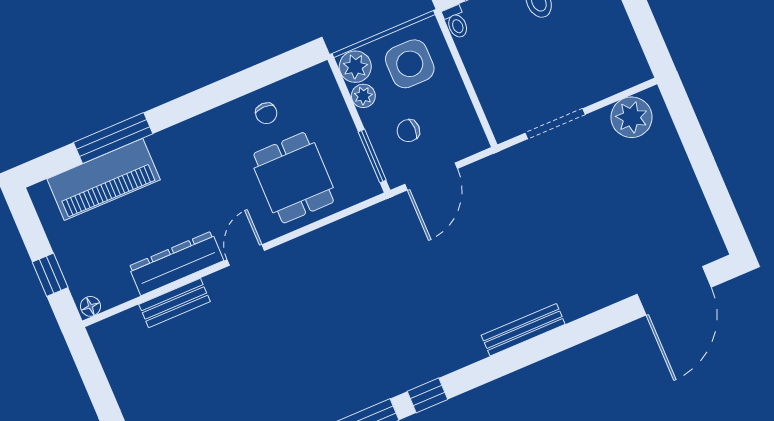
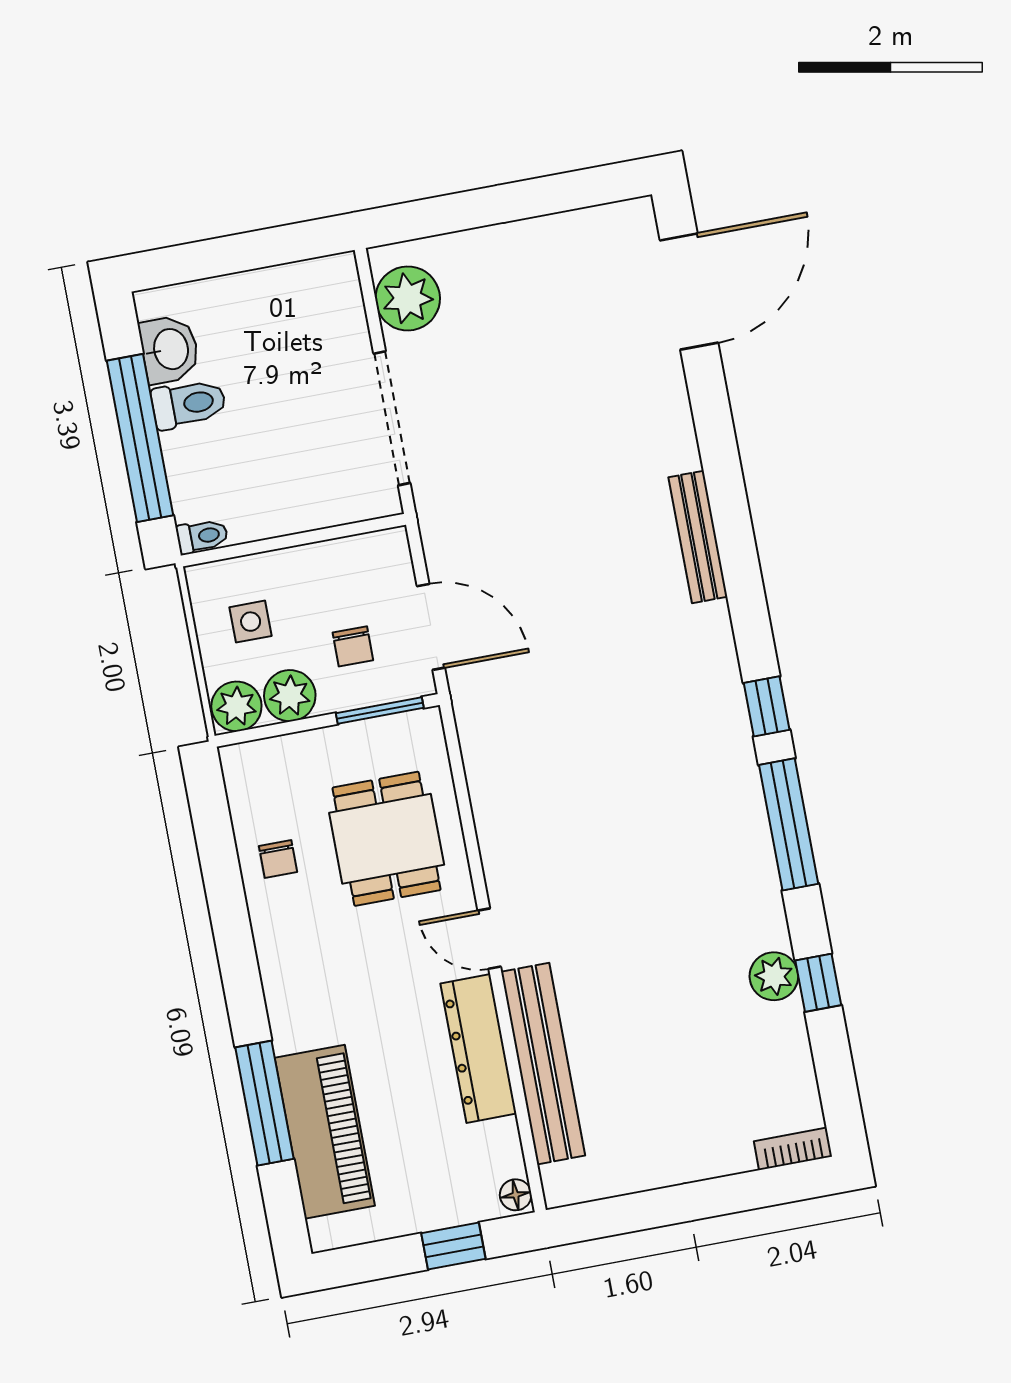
side table: (410, 64) -> (251, 622), width x0.54, depth x0.54
plant: (363, 96) -> (290, 696), width x1.38, depth x1.38
chair: (266, 113) -> (278, 859), turned 90
doorway: (555, 124) -> (392, 418), width x1.36
dining table: (294, 178) -> (387, 839), turned 90
door: (674, 291) -> (689, 292), hinge flipped
bench: (175, 303) -> (543, 1064), width x1.86, depth x1.21

